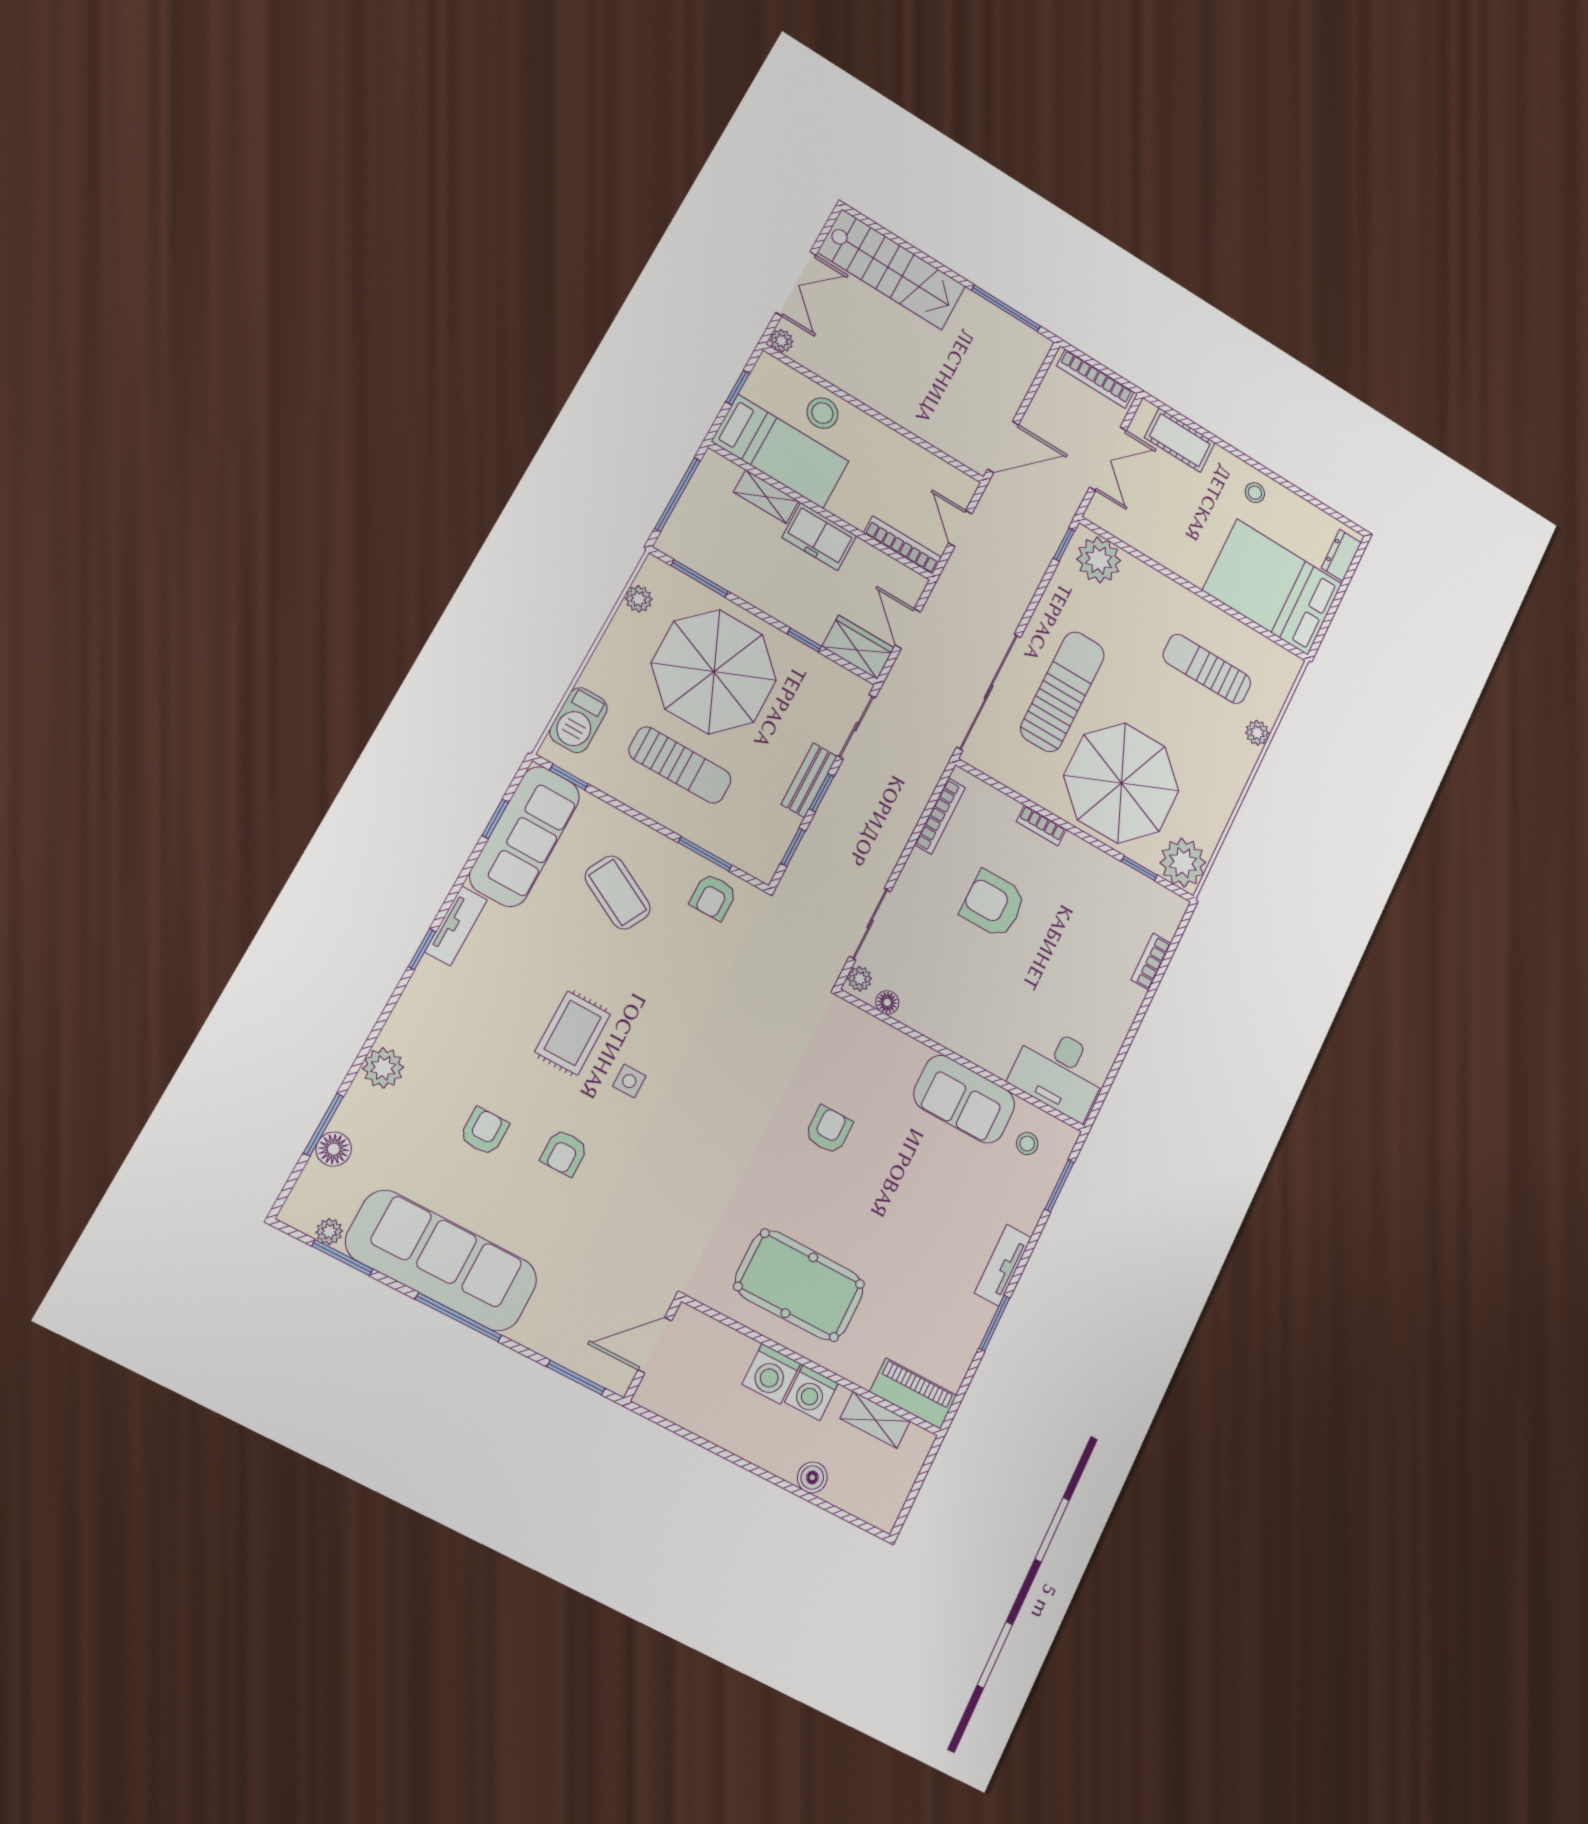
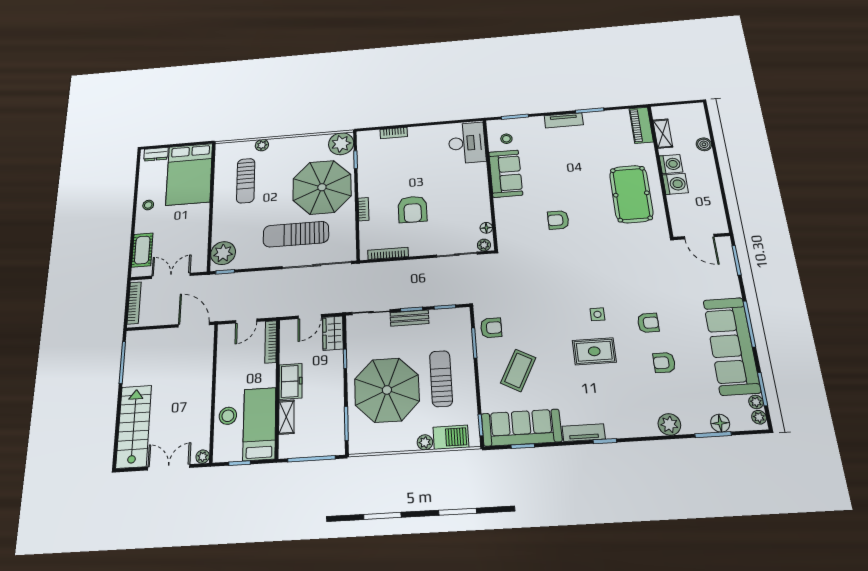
plant: (639, 599) -> (425, 442), moved
plant: (303, 1218) -> (759, 417), added

